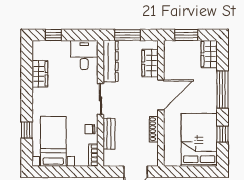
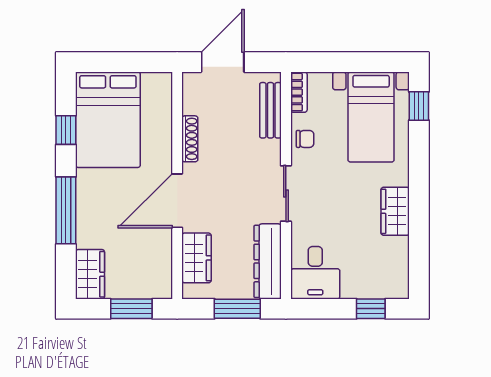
wardrobe: (40, 74) -> (395, 211), moved
window: (27, 130) -> (419, 106), moved
bench: (109, 134) -> (270, 110), moved

